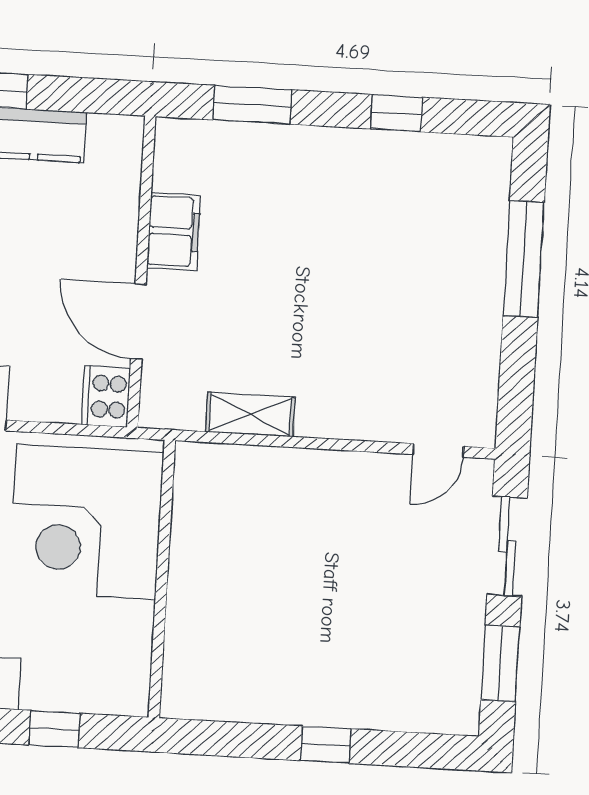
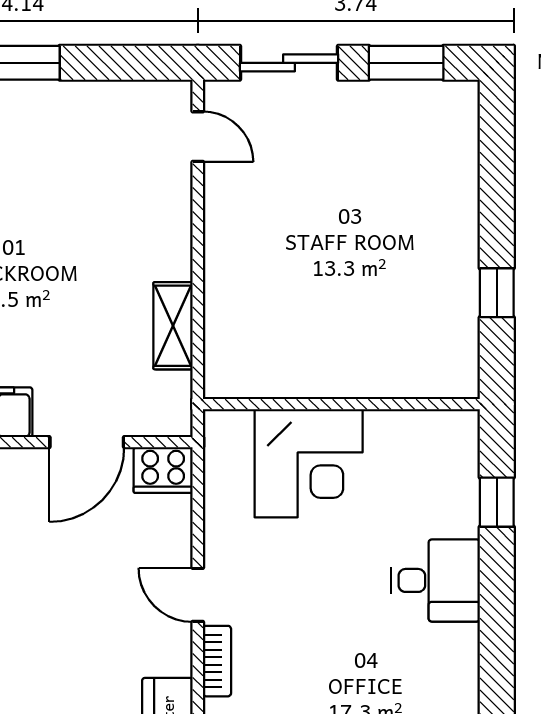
corner desk: (86, 522) -> (309, 463), width x0.74, depth x0.74
window: (326, 745) -> (497, 293), moved

